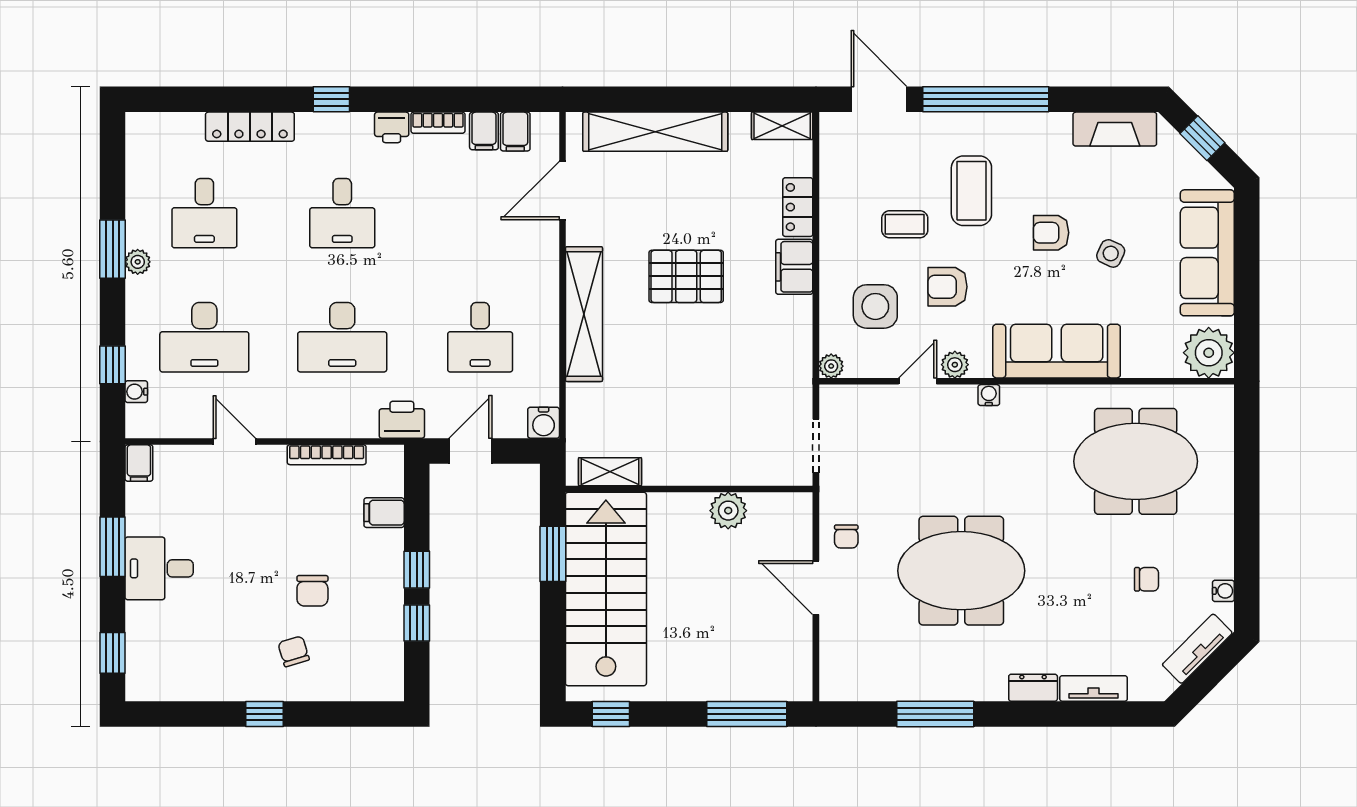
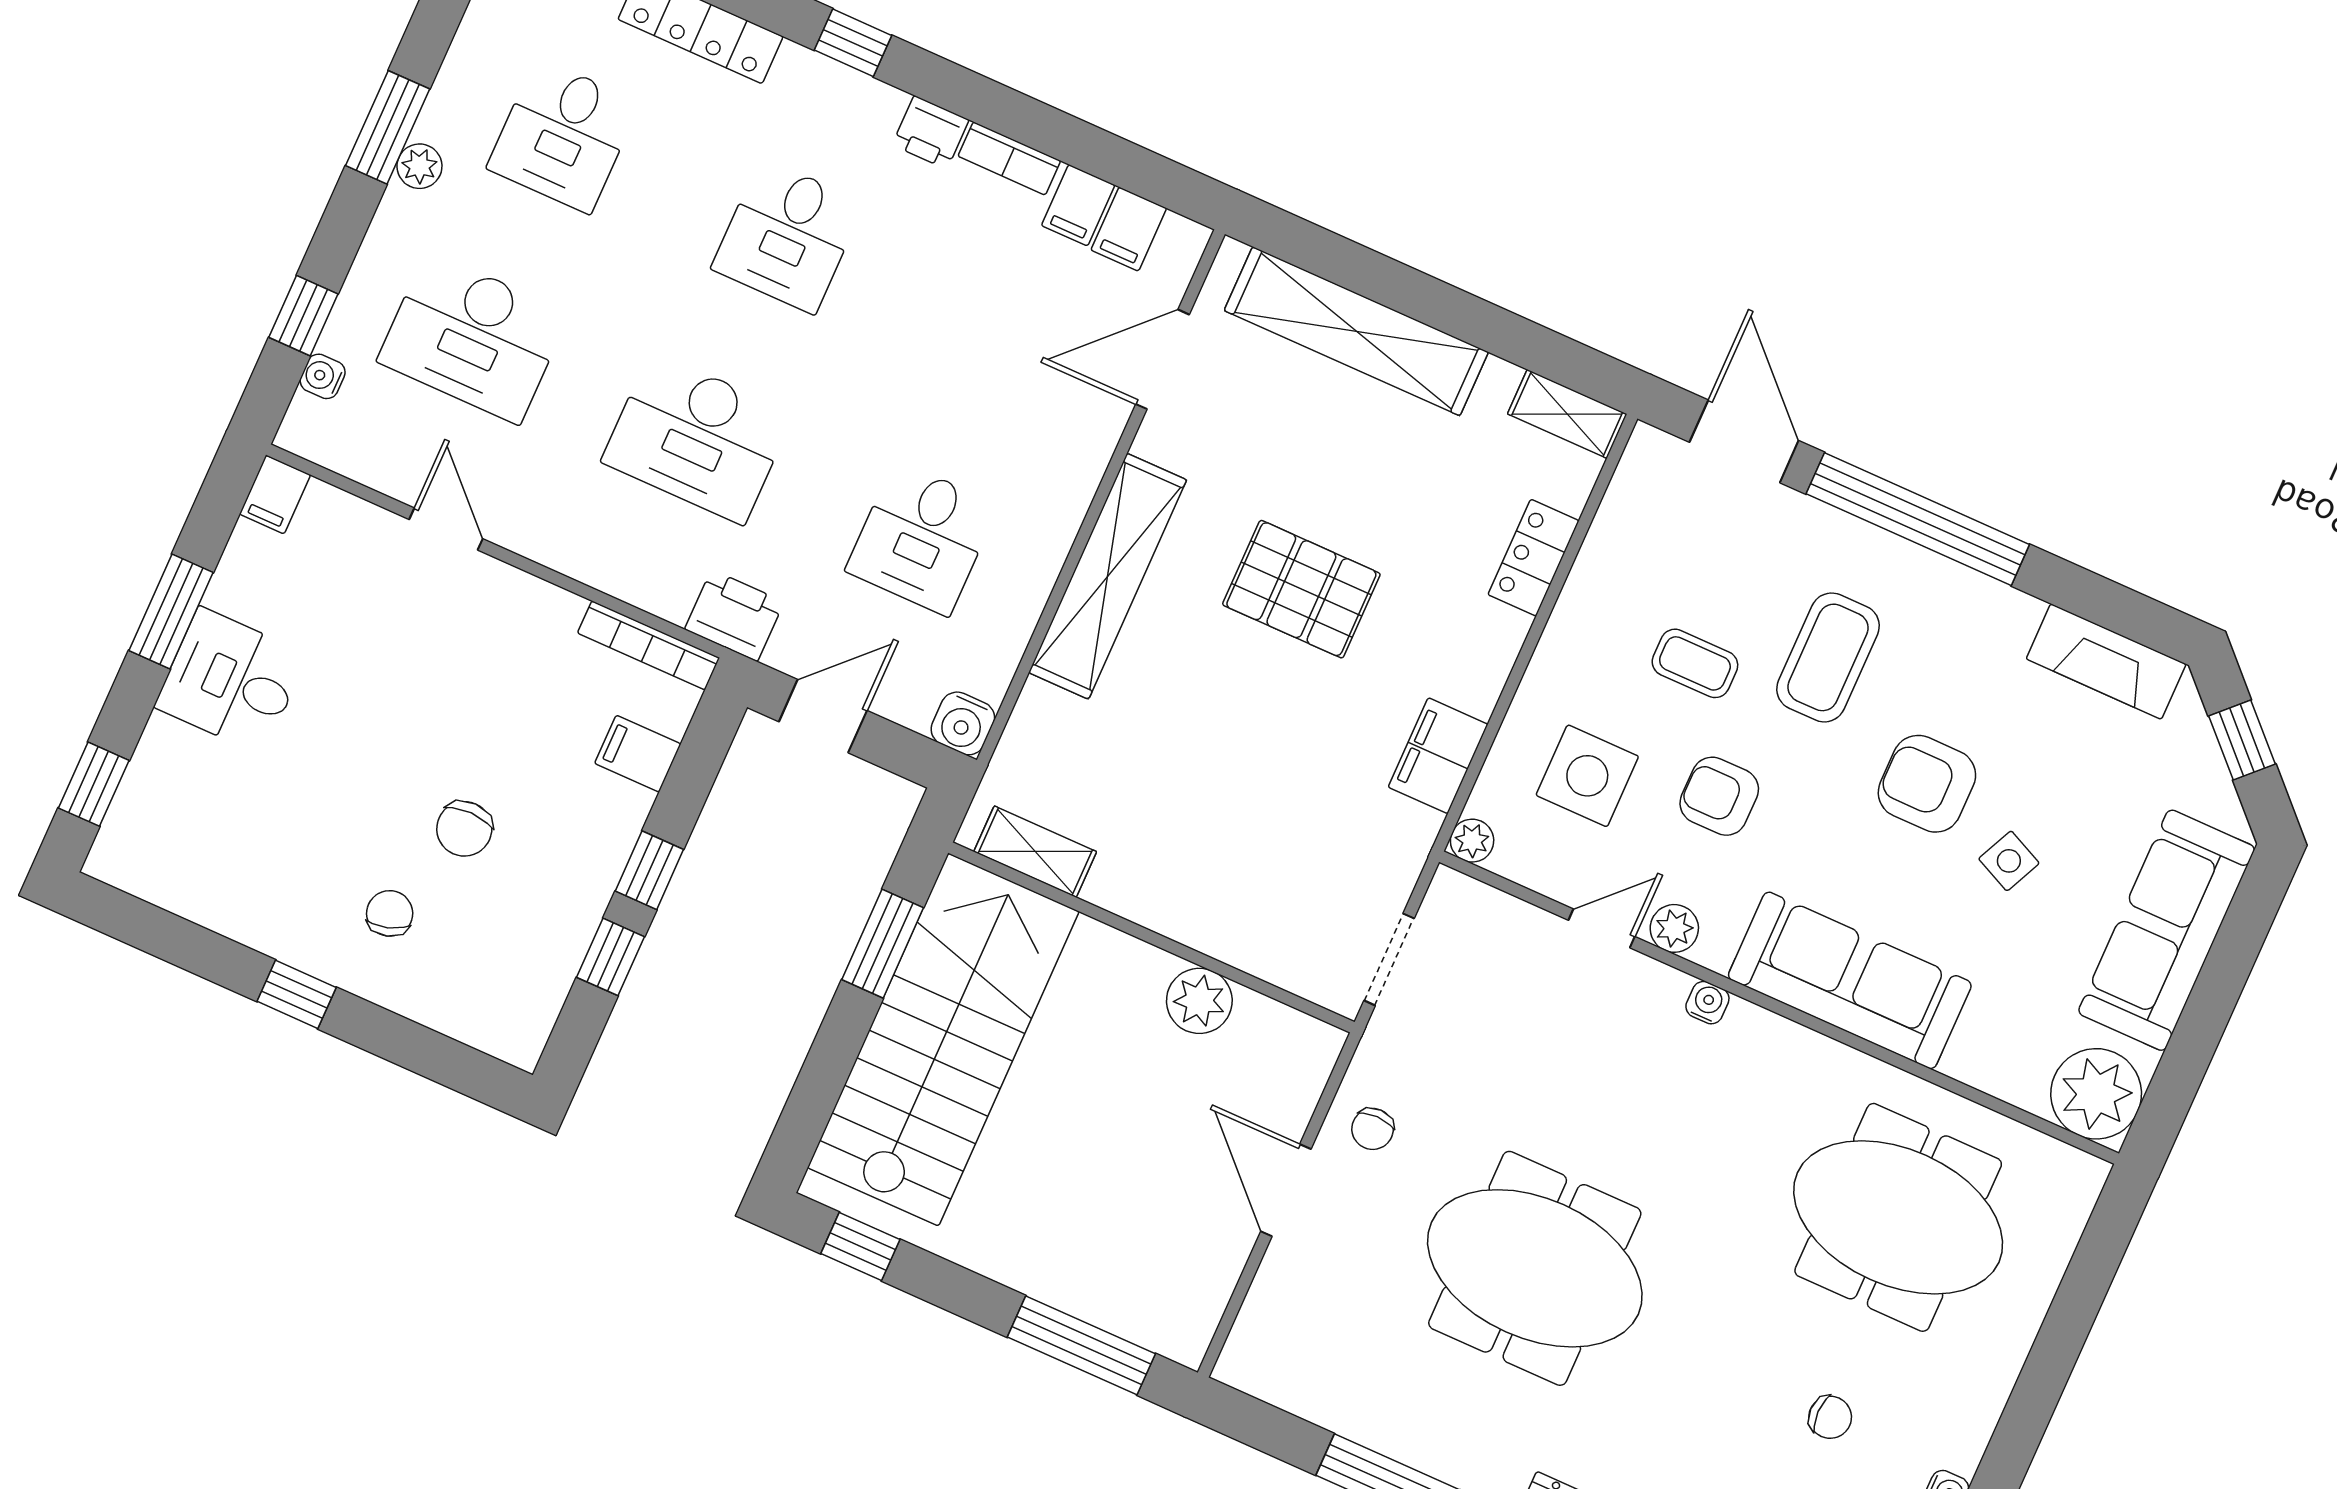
armchair: (1051, 233) -> (1927, 784), width x1.38, depth x1.38
filing cabinet: (794, 267) -> (1438, 756), moved
bookcase: (327, 455) -> (649, 645), moved

